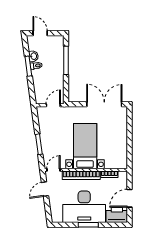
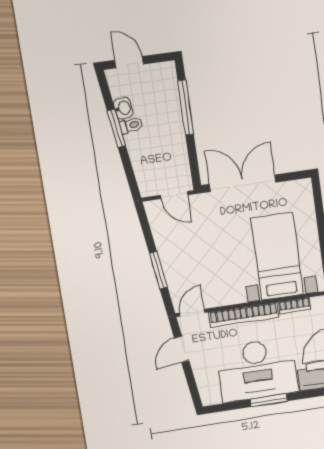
double door: (104, 104) -> (243, 183), moved
door: (53, 105) -> (174, 195), swing flipped
bed with nightstands: (85, 146) -> (277, 256), moved

